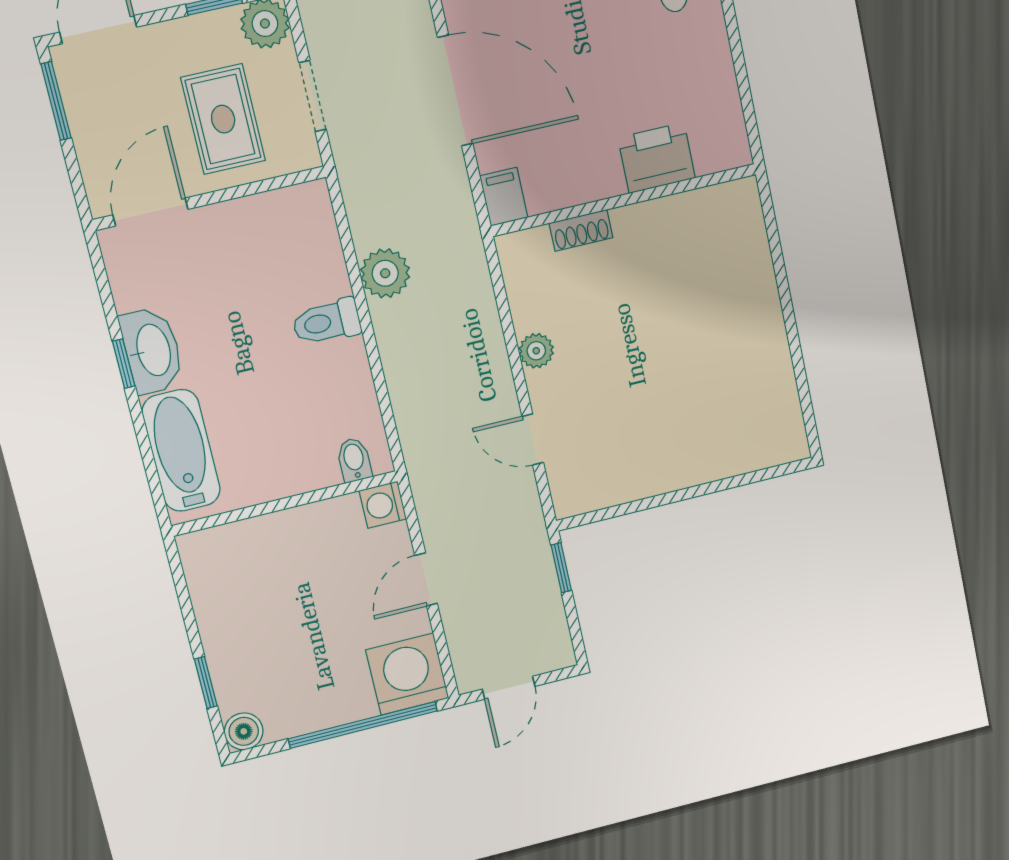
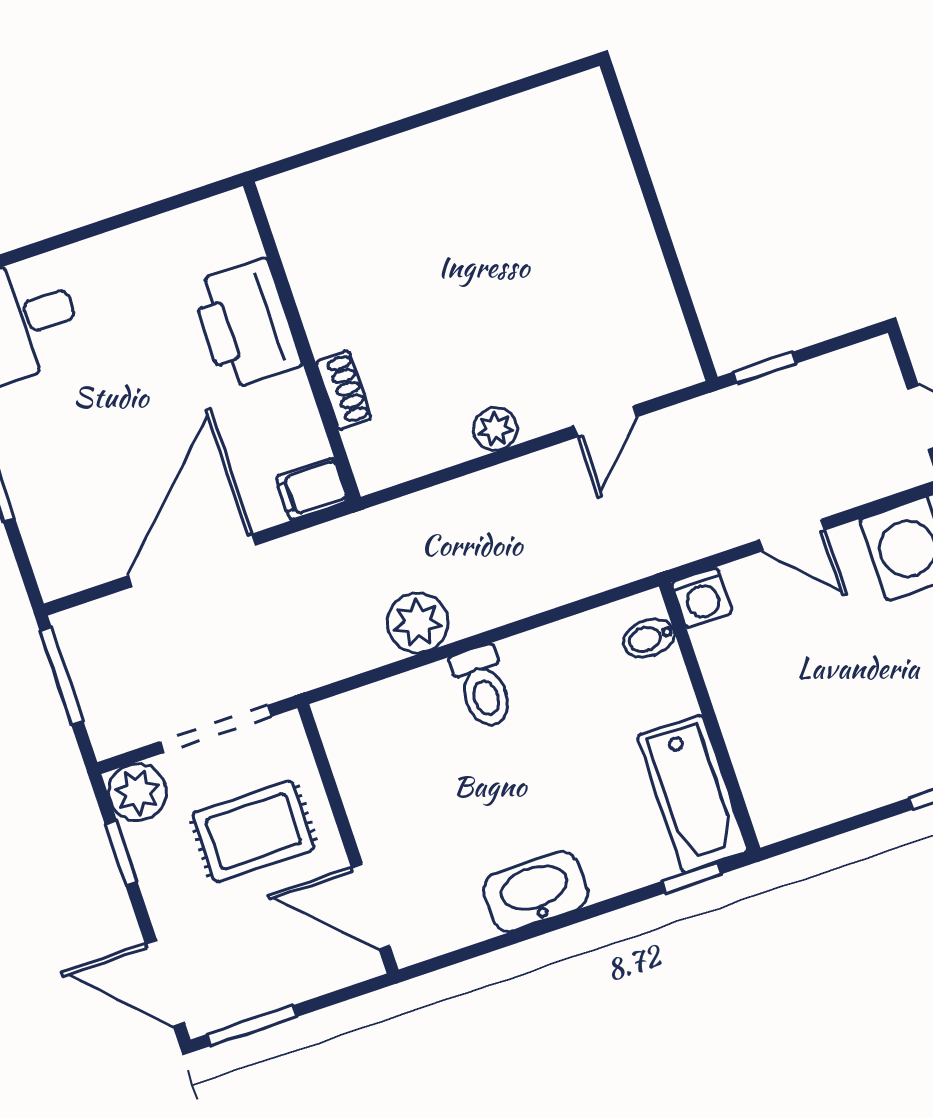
doorway: (313, 96) -> (216, 729), width x1.38
printer: (657, 158) -> (246, 324), width x1.37, depth x1.19
window: (124, 364) -> (692, 878), moved
bathtub: (181, 451) -> (693, 794), moved, turned -90

